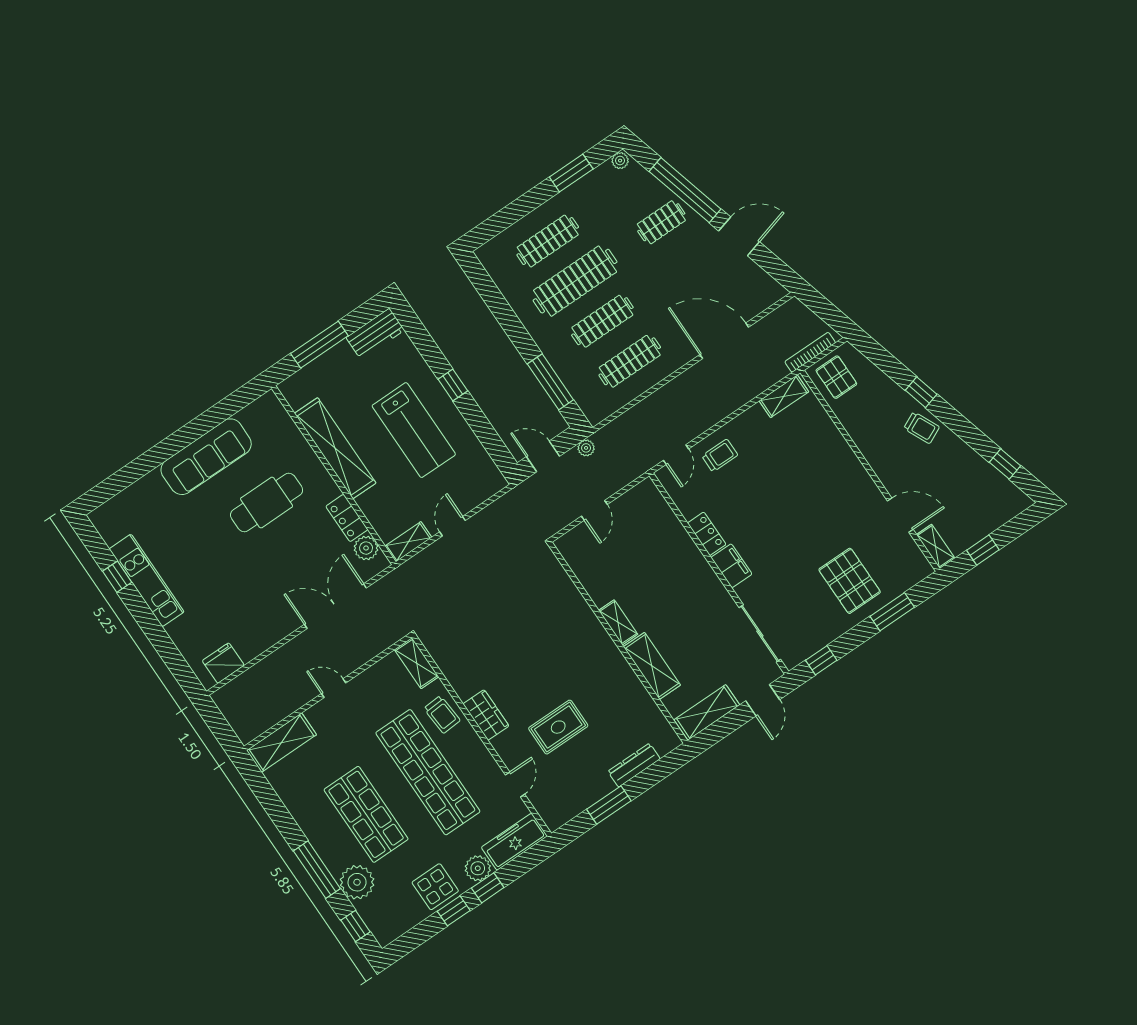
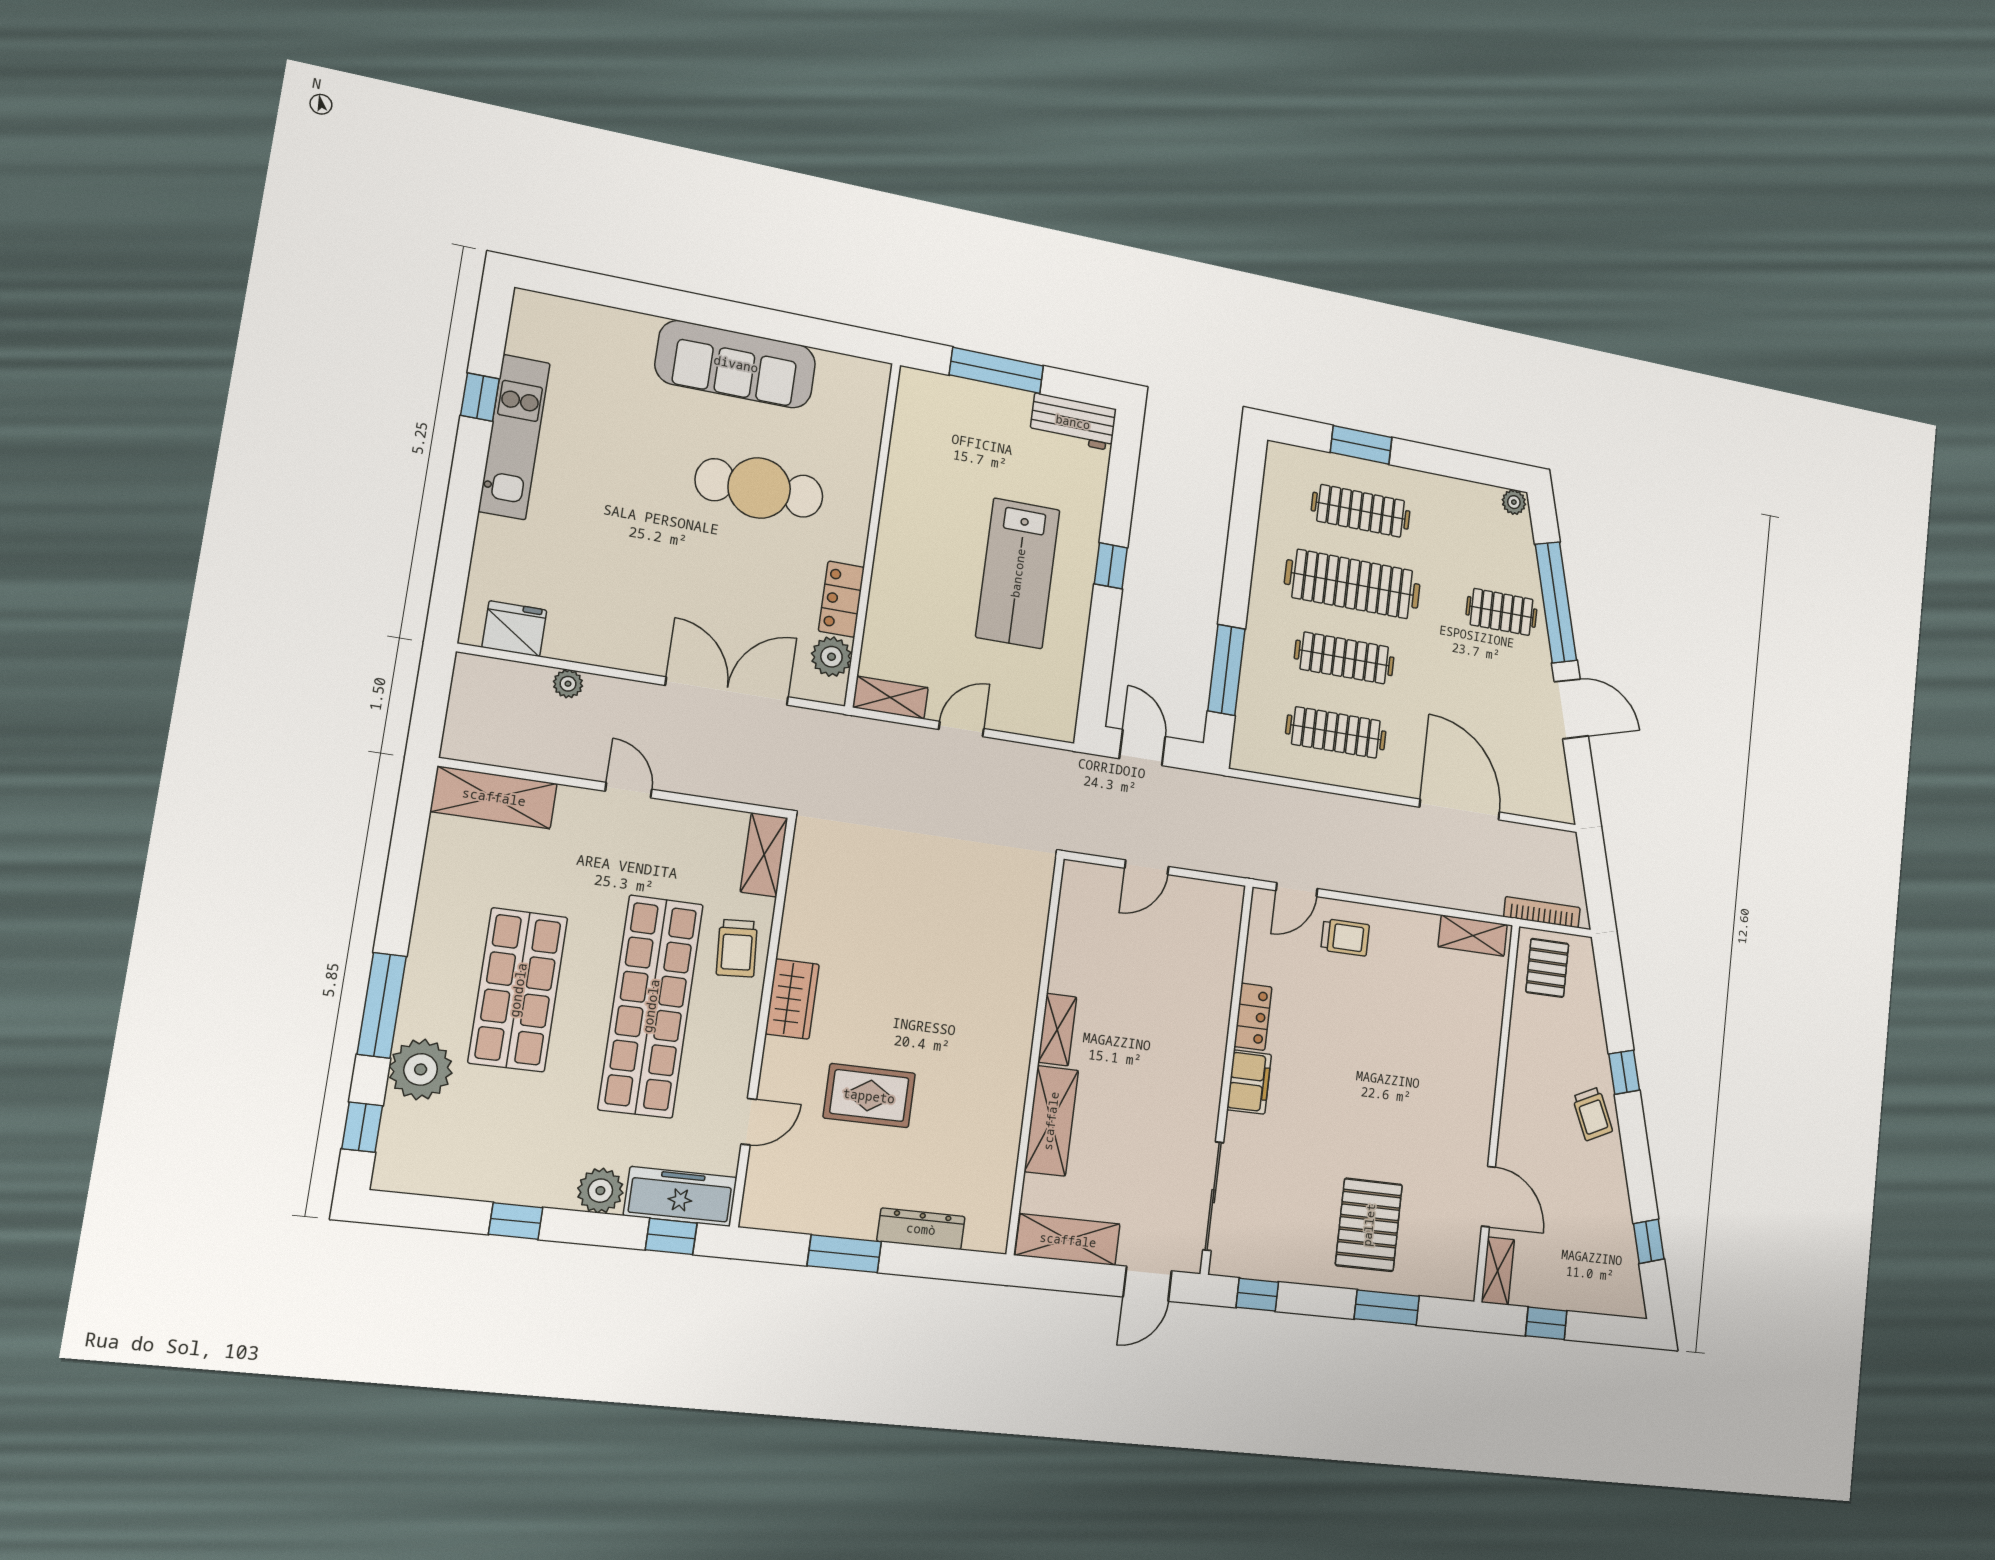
window: (571, 173) -> (1361, 445), moved
shelving: (335, 448) -> (904, 505), removed
plant: (586, 448) -> (568, 684), moved
display table: (435, 887) -> (521, 1167), removed
window: (488, 888) -> (671, 1236), moved

